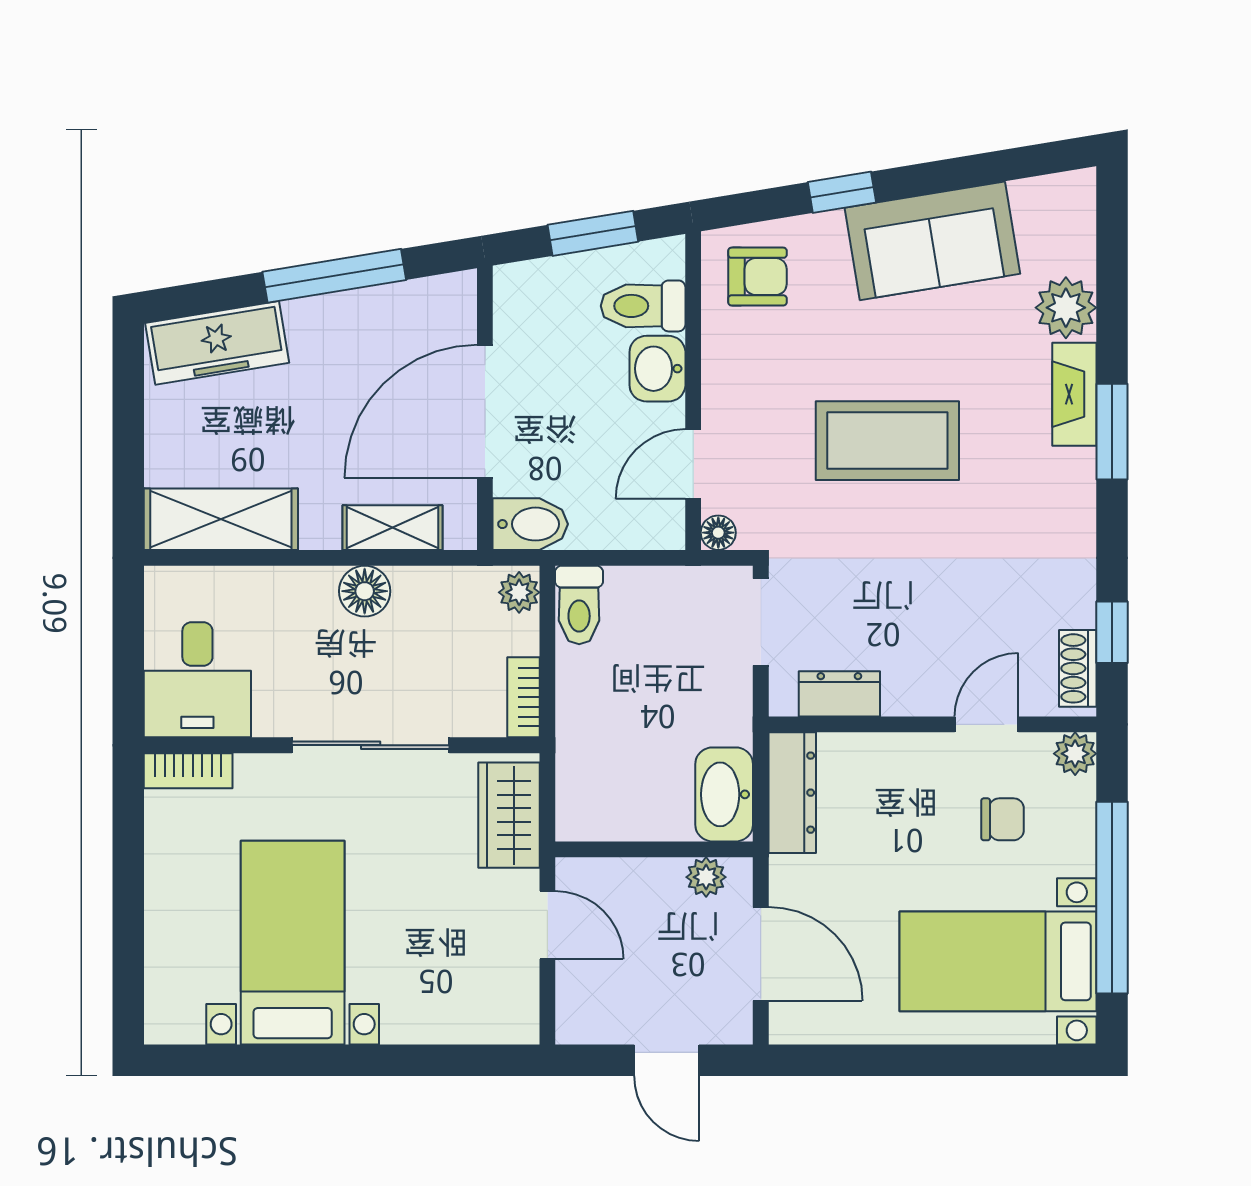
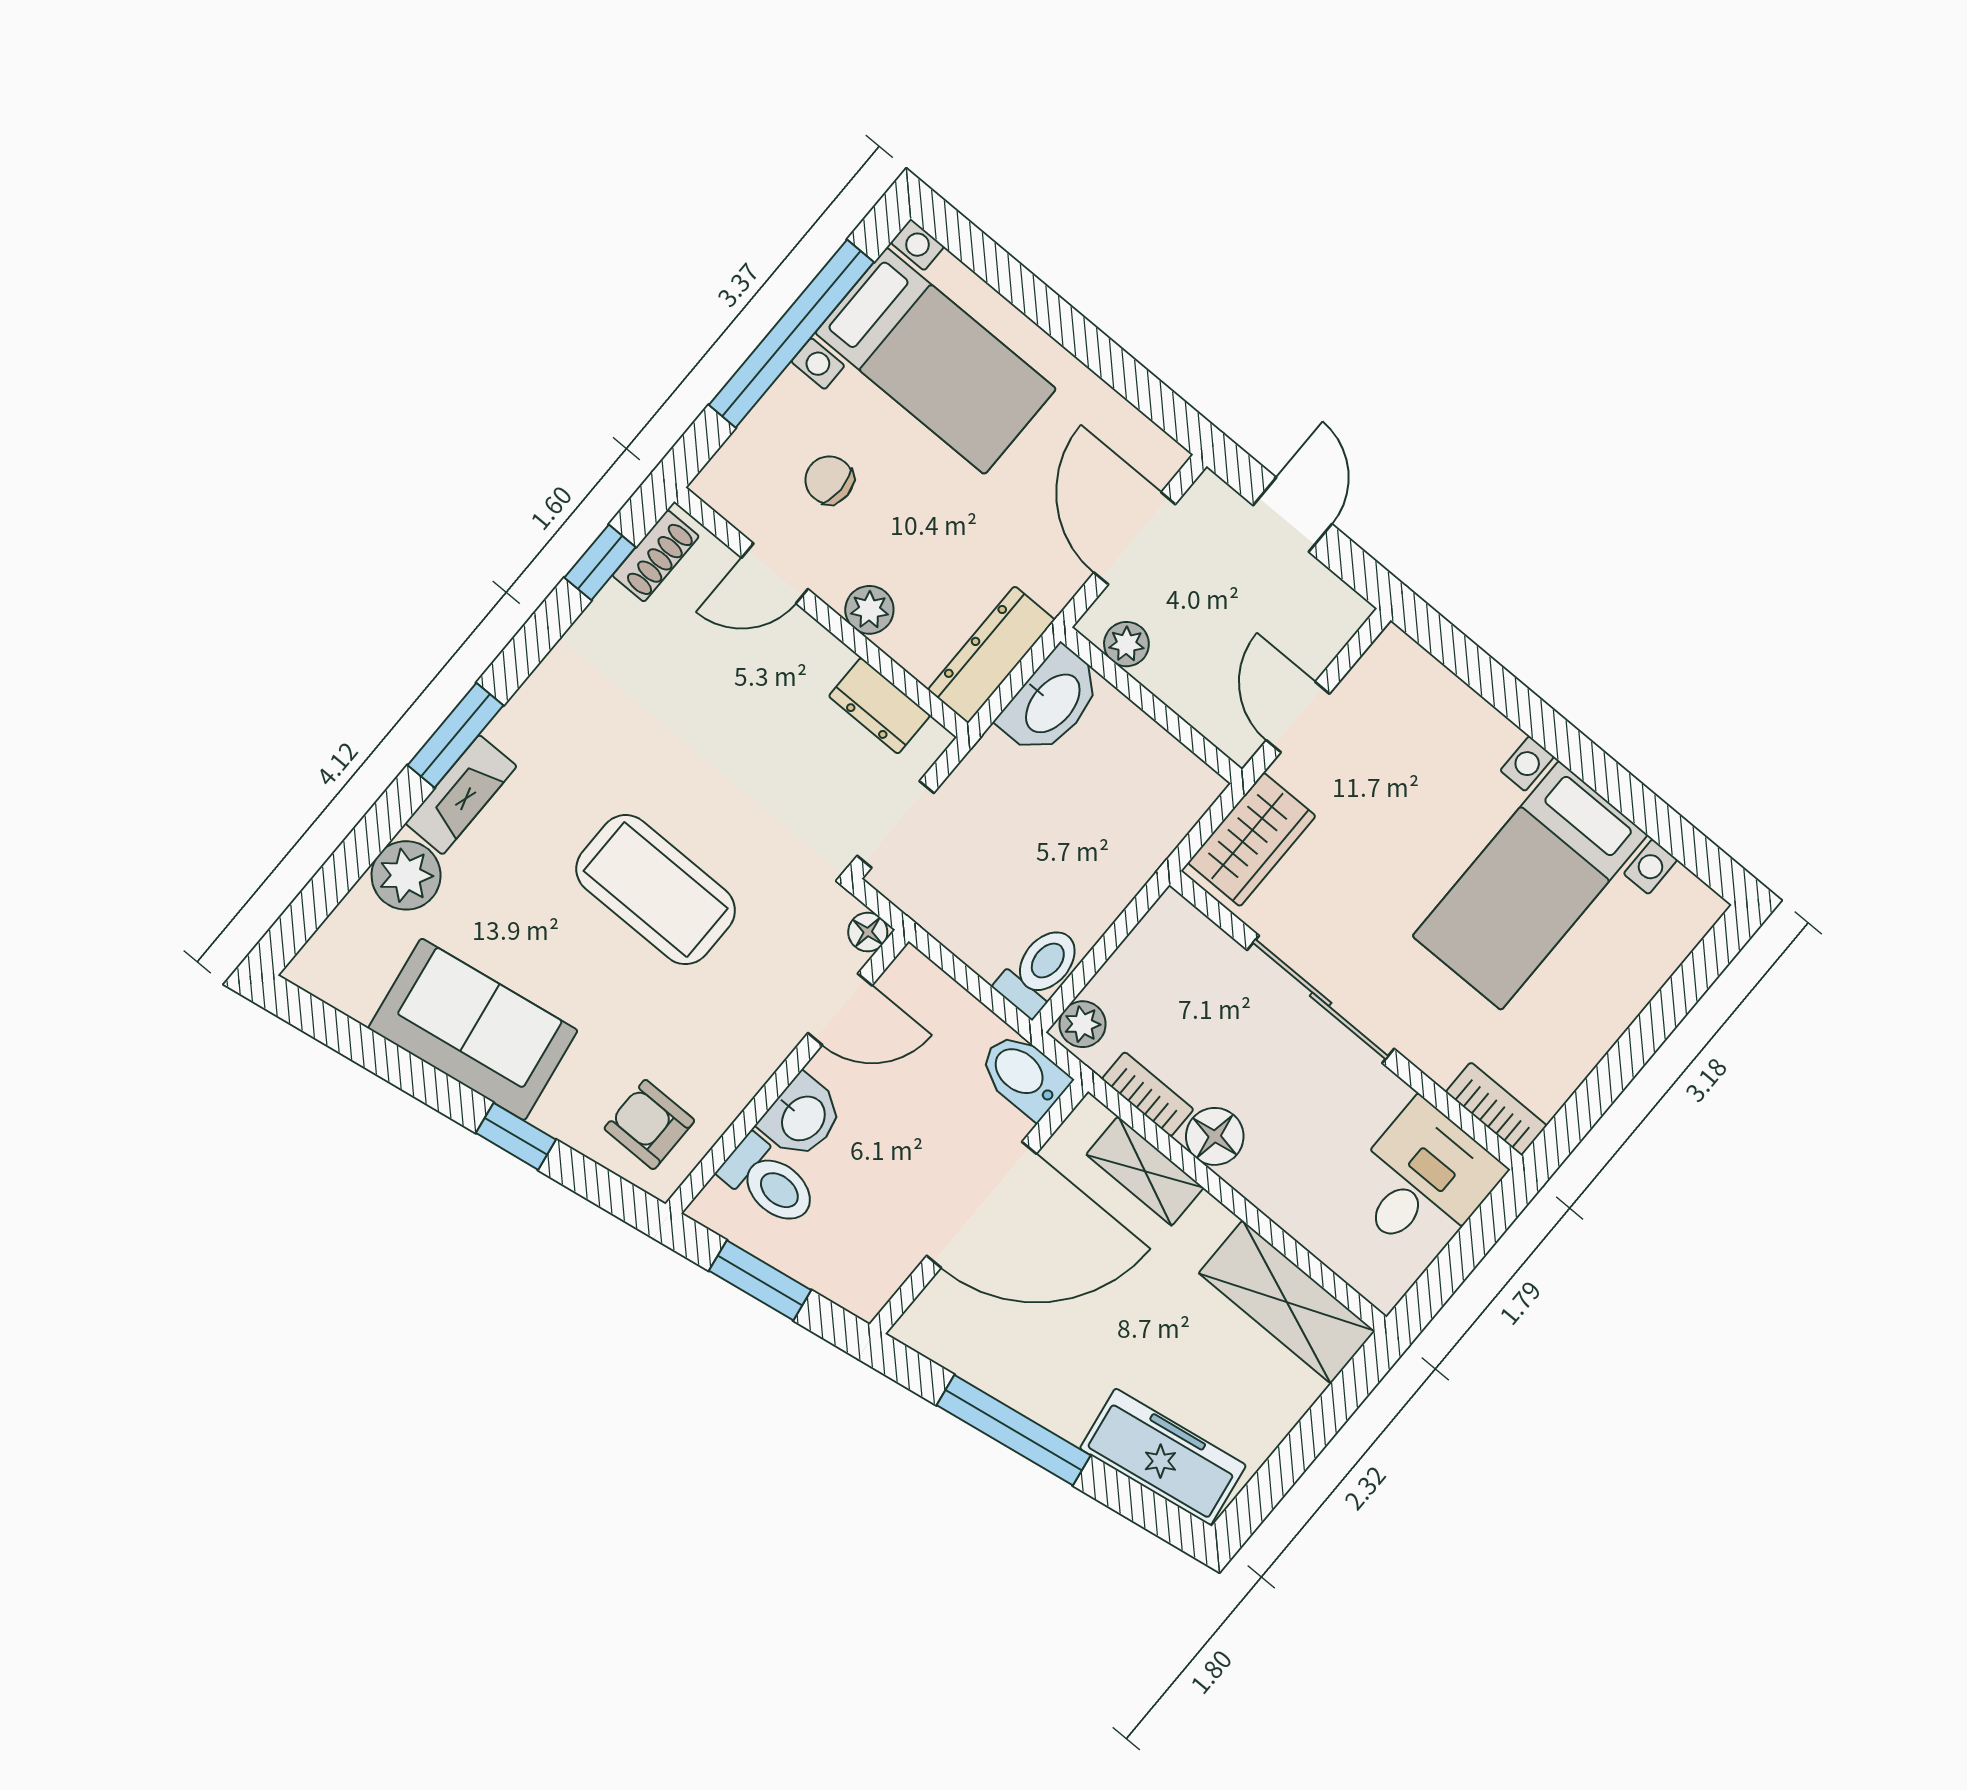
bookcase: (523, 697) -> (1148, 1094), moved, turned -90
plant: (1075, 754) -> (869, 610), moved

